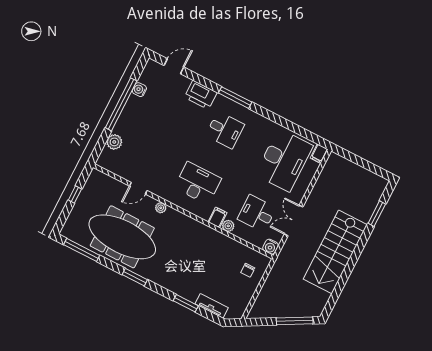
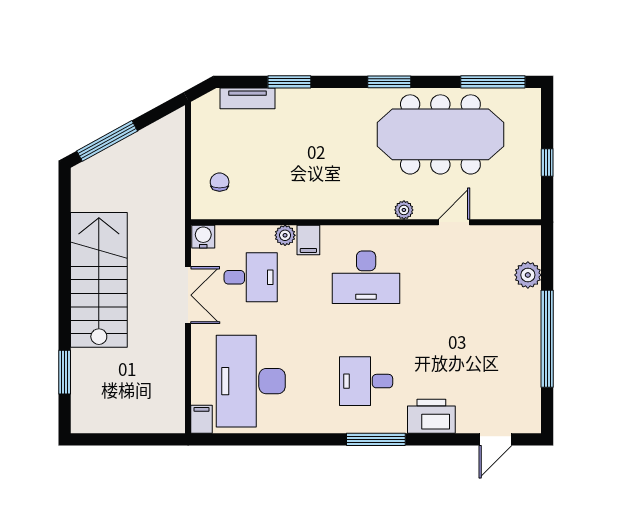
water cooler: (139, 90) -> (530, 376), removed

